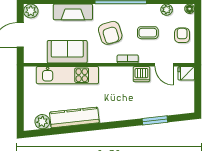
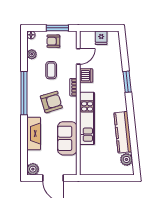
window: (198, 40) -> (57, 28), added
fridge: (186, 73) -> (101, 38), moved
kitchen unit: (67, 75) -> (87, 118), moved
window: (155, 120) -> (127, 82), moved

